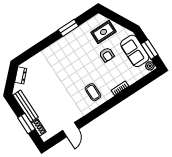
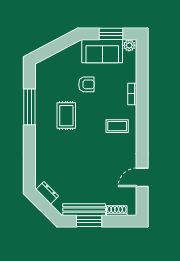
window: (68, 28) -> (29, 107), width x1.44
rug: (103, 32) -> (66, 116), moved
window: (26, 123) -> (89, 221), moved
door: (71, 130) -> (142, 177), swing flipped

